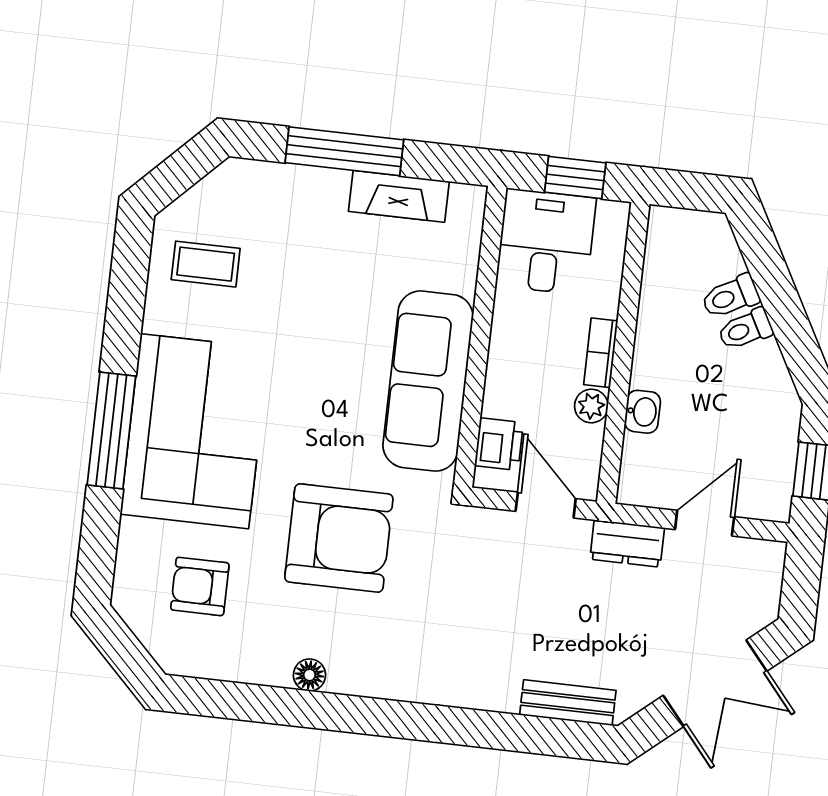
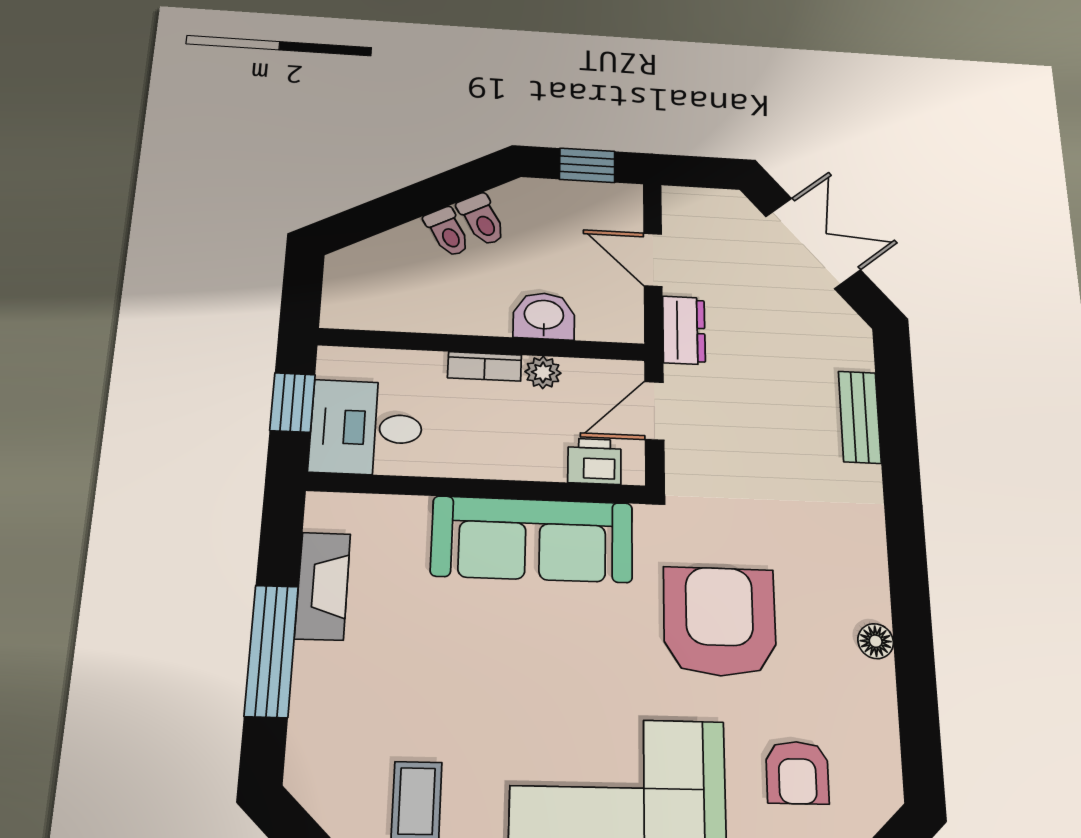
toilet: (730, 297) -> (482, 220), moved
washbasin: (643, 412) -> (544, 316), width x1.38, depth x1.45
bench: (568, 703) -> (860, 417), moved

